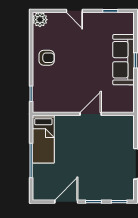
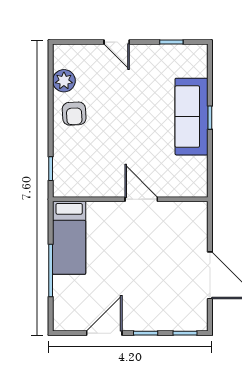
plant: (40, 20) -> (64, 81), moved
armchair: (47, 58) -> (74, 114), turned 87
door: (91, 114) -> (141, 199), hinge flipped

